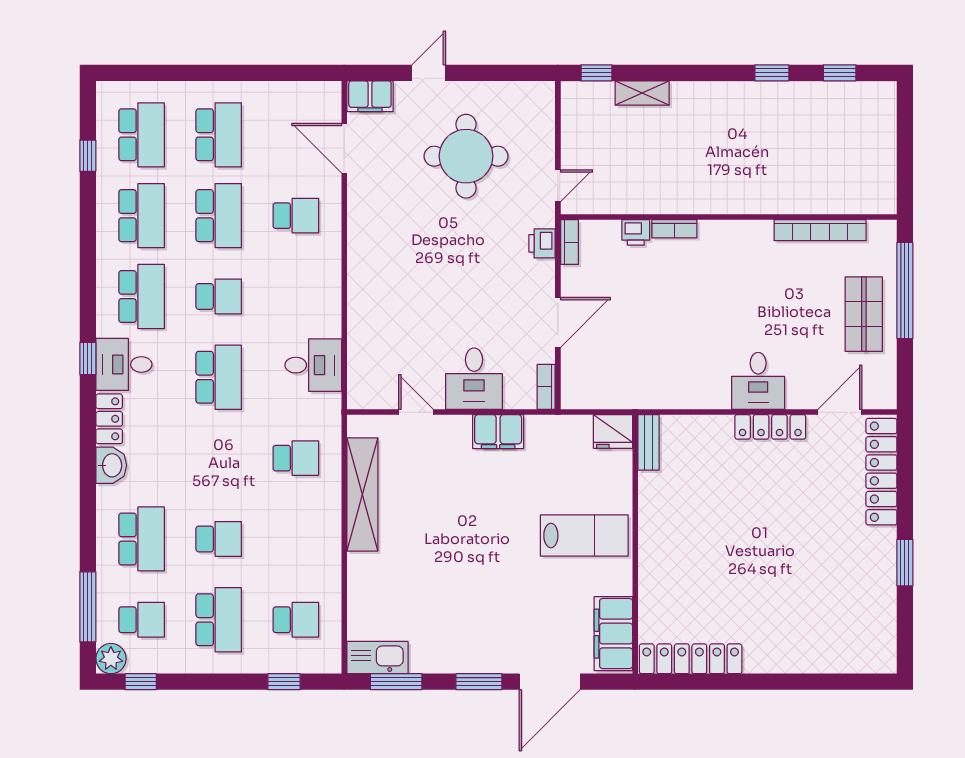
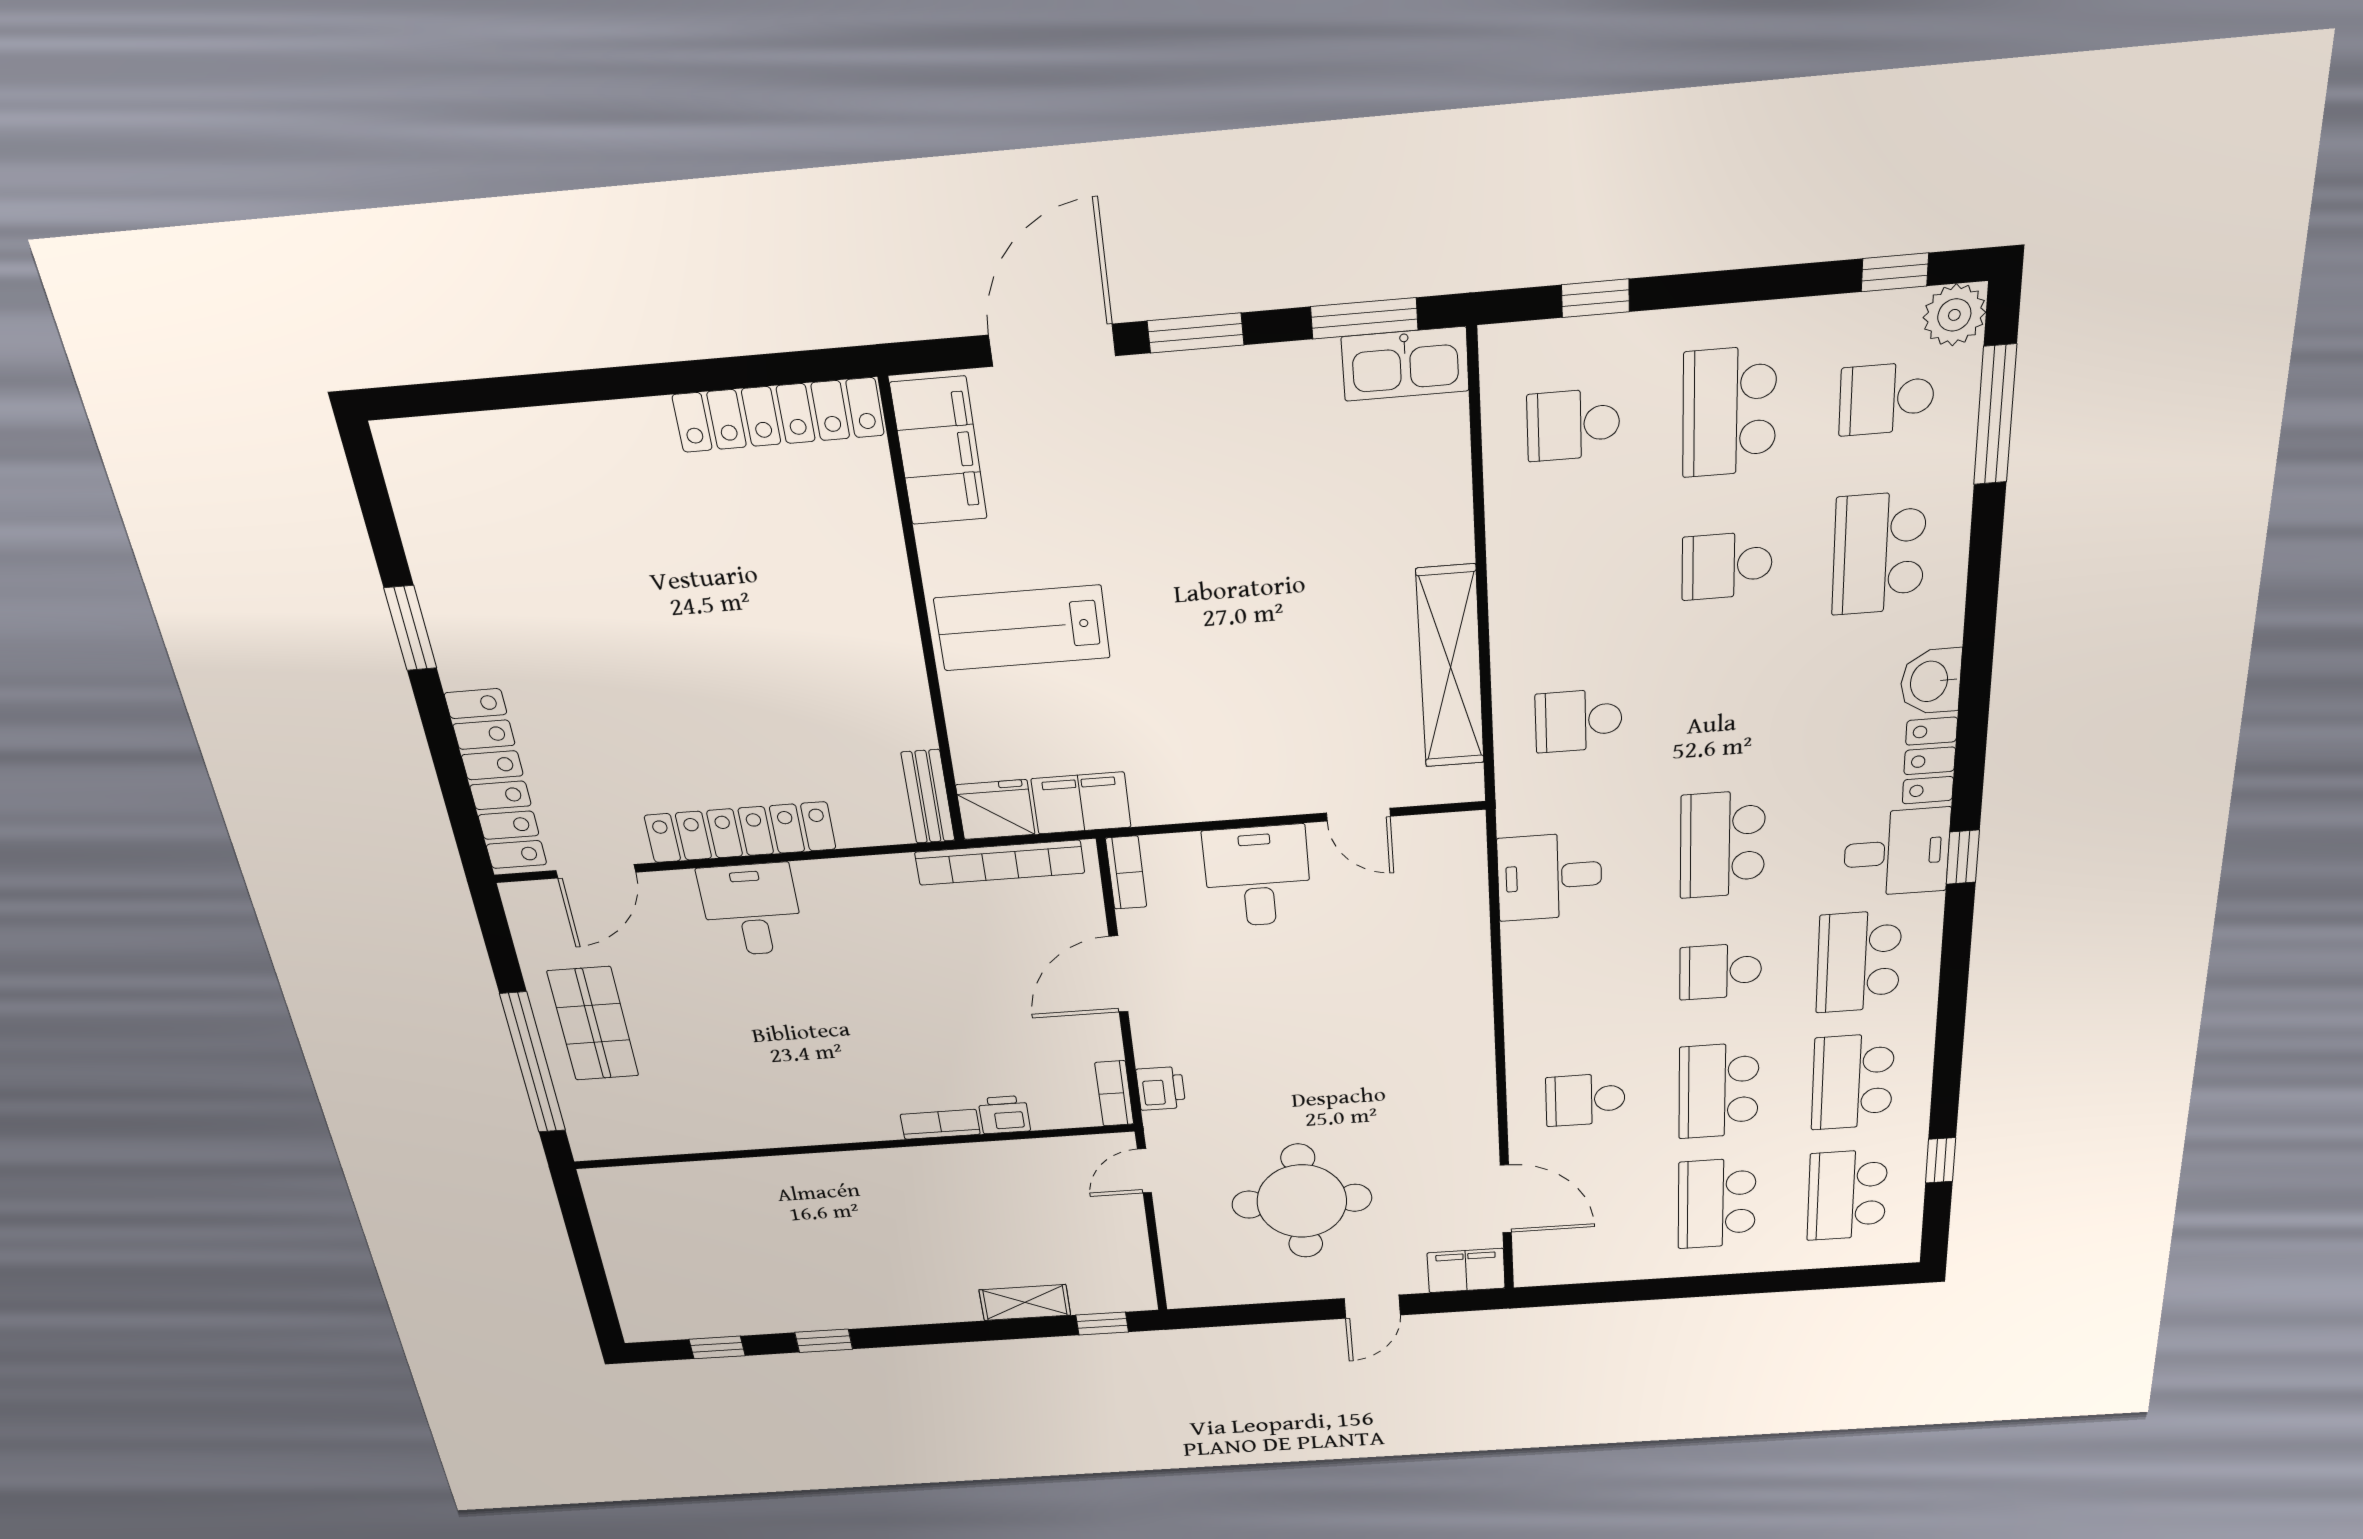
bookcase: (820, 230) -> (1000, 863), moved, turned 180
locker: (770, 427) -> (740, 832), width x1.41, depth x1.21
filing cabinet: (498, 432) -> (1081, 803), moved

